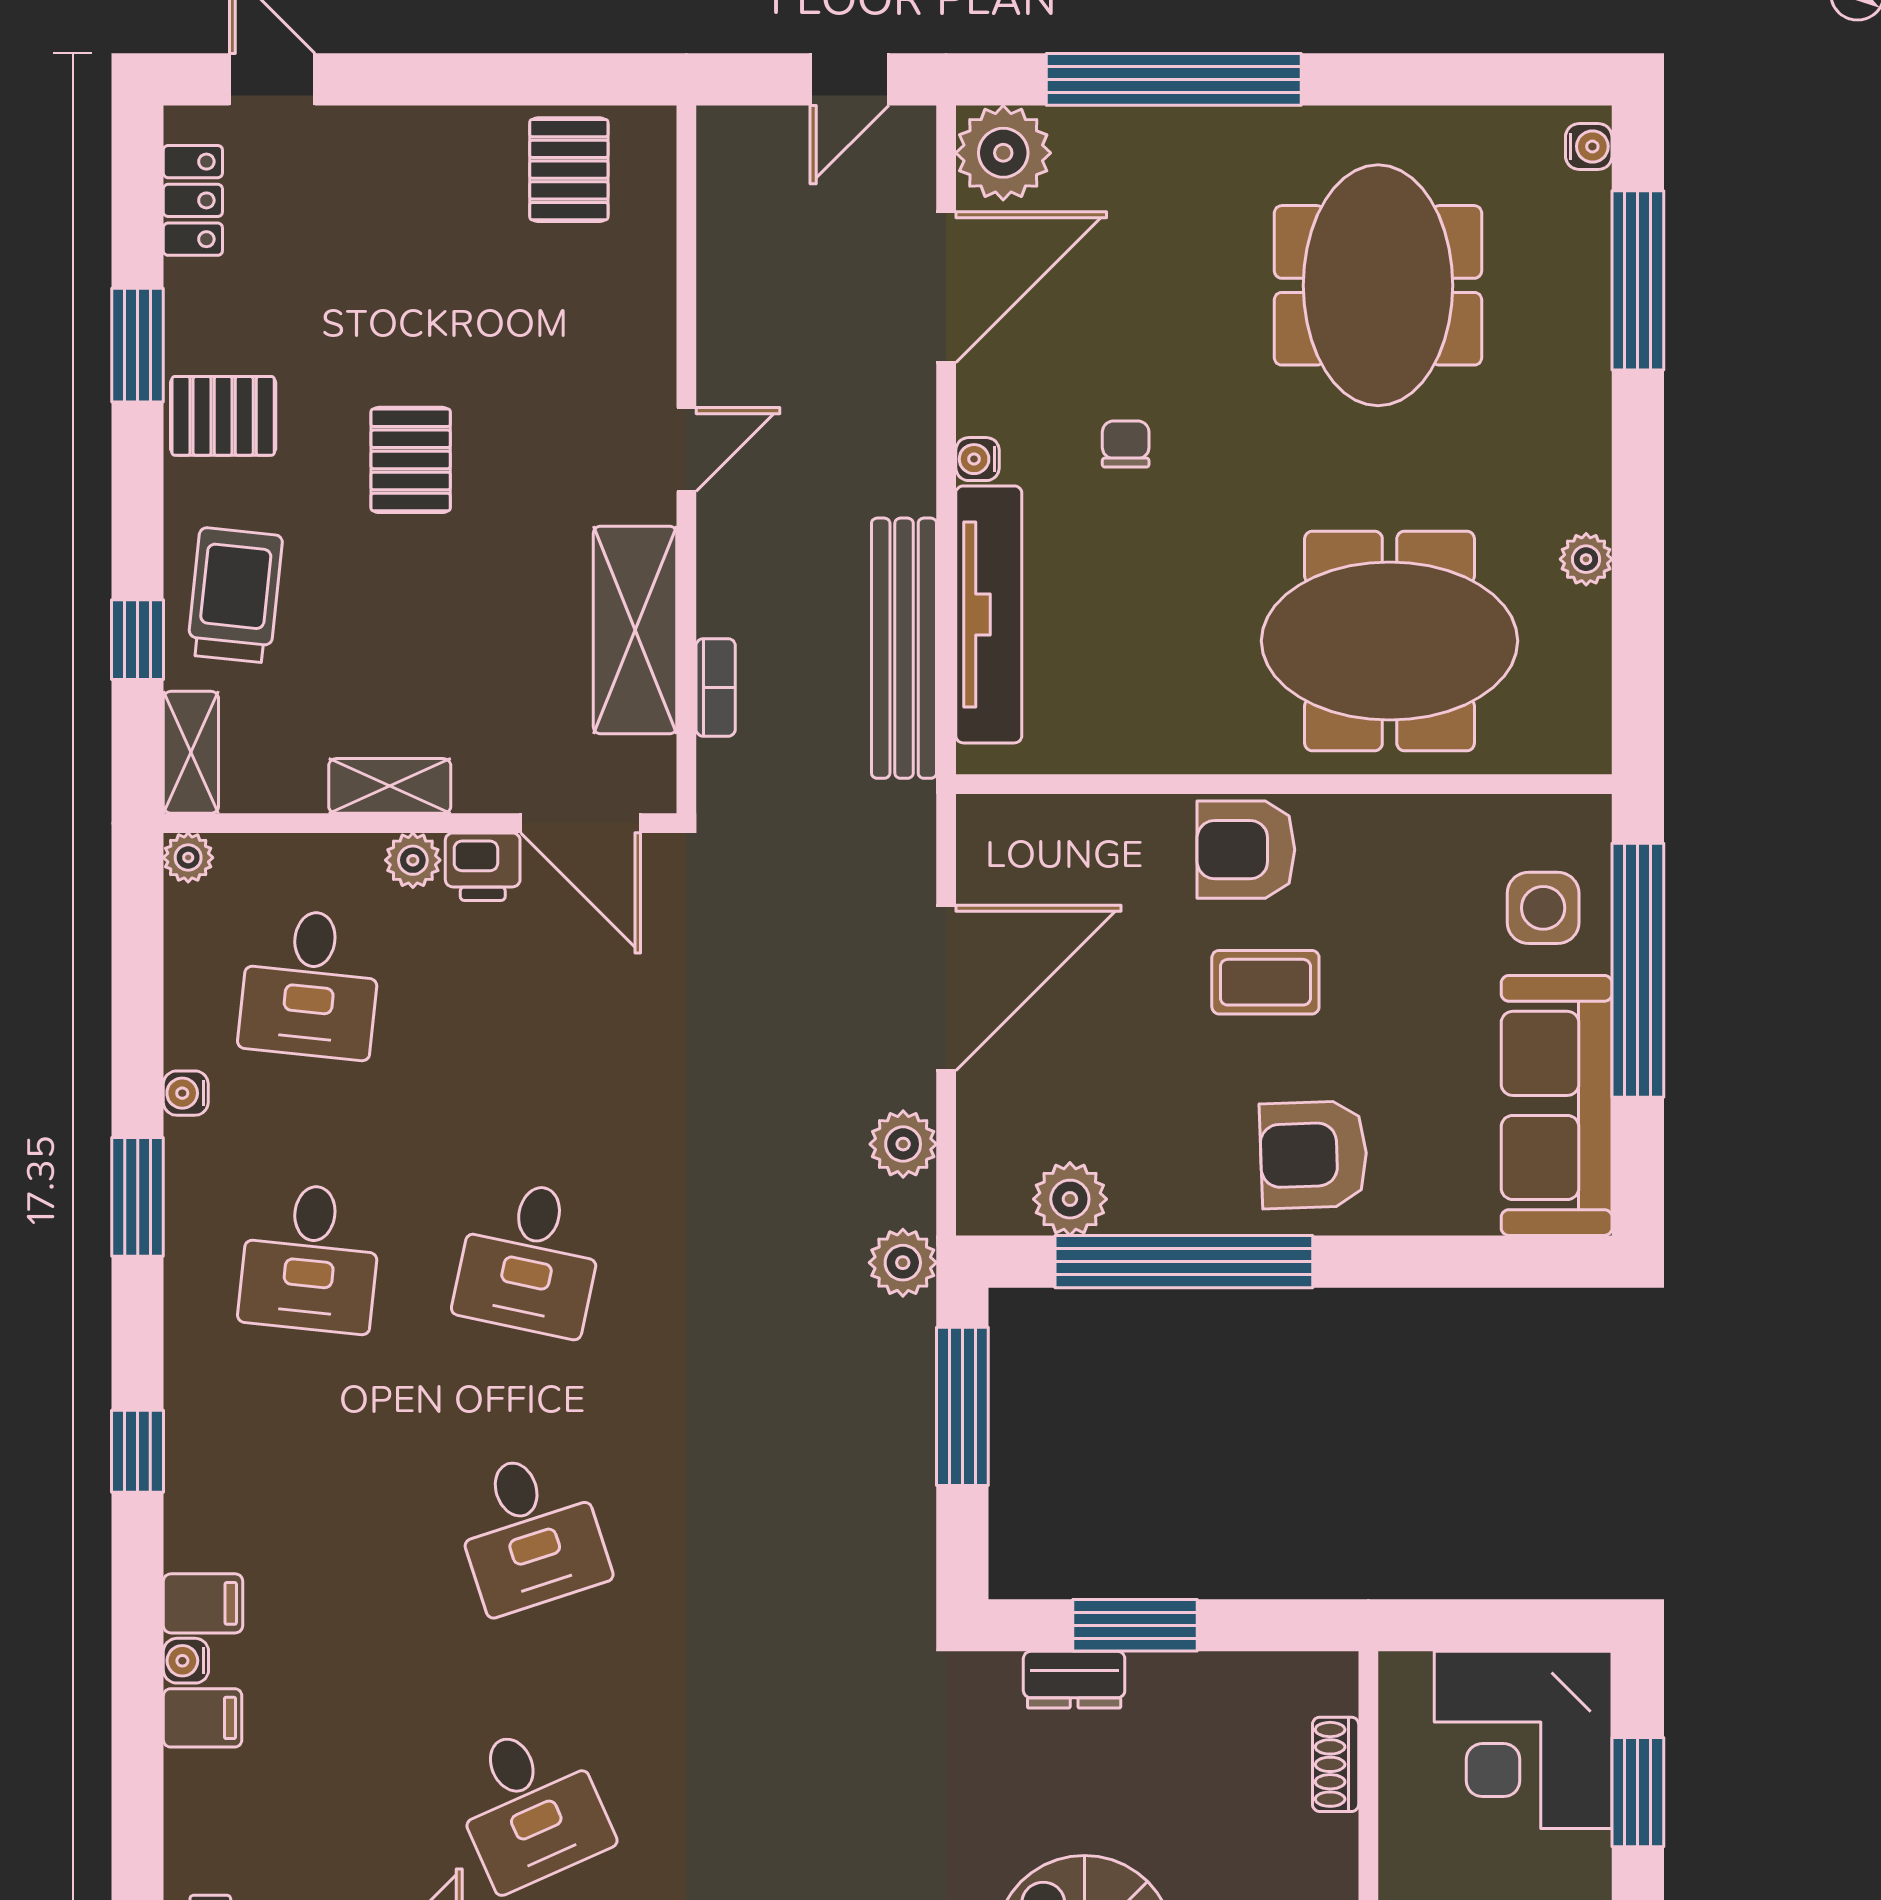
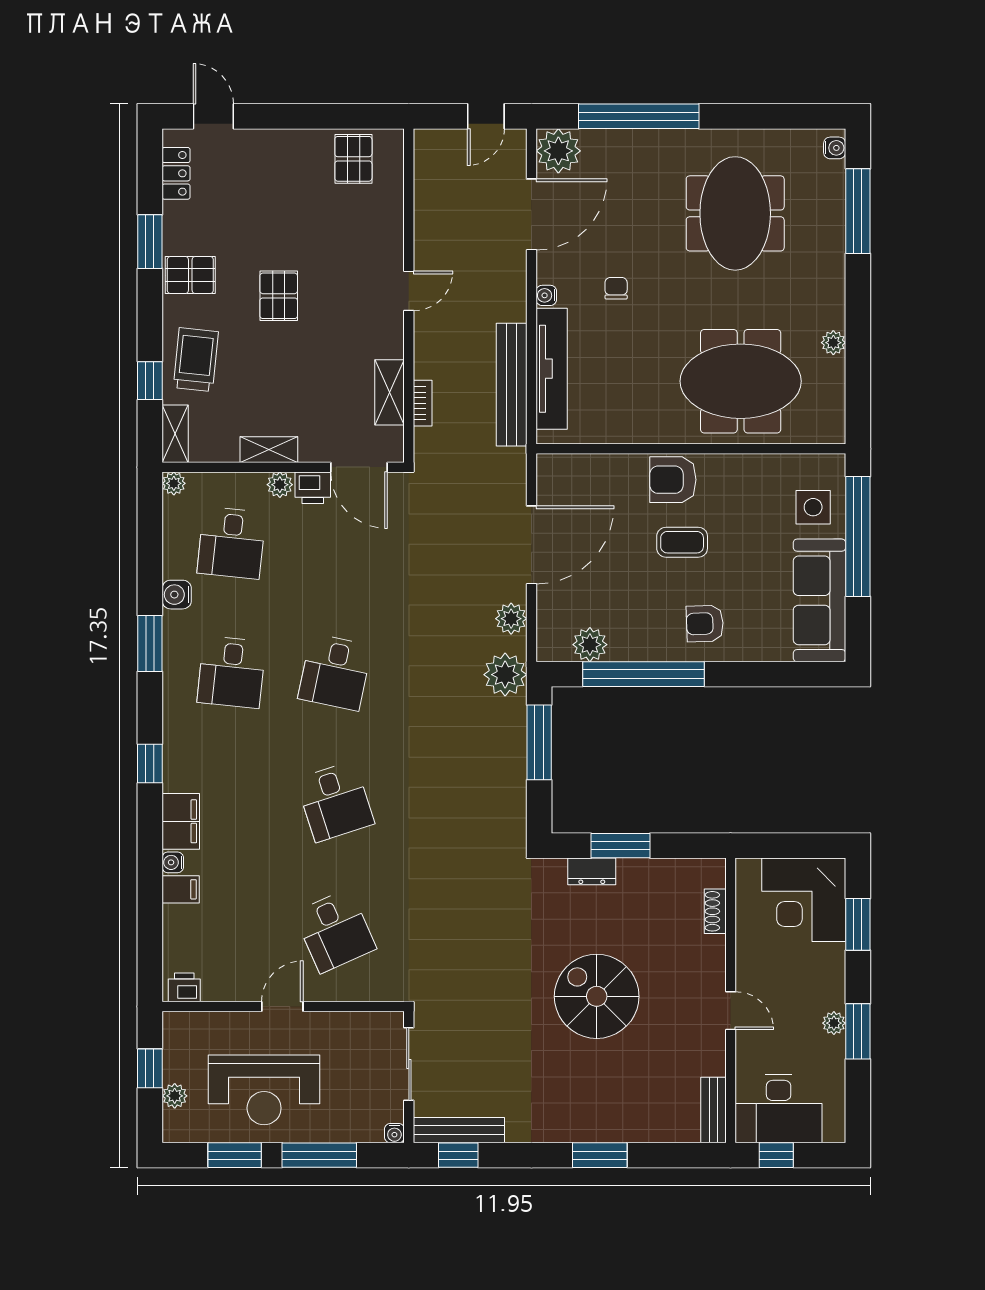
shelving: (635, 630) -> (390, 392), width x0.67, depth x0.75
water cooler: (186, 1093) -> (177, 595), width x1.38, depth x1.38
armchair: (1314, 1155) -> (705, 624), width x0.72, depth x0.72
plant: (903, 1263) -> (505, 675), width x1.36, depth x1.36
filing cabinet: (203, 1603) -> (181, 821), width x2.00

